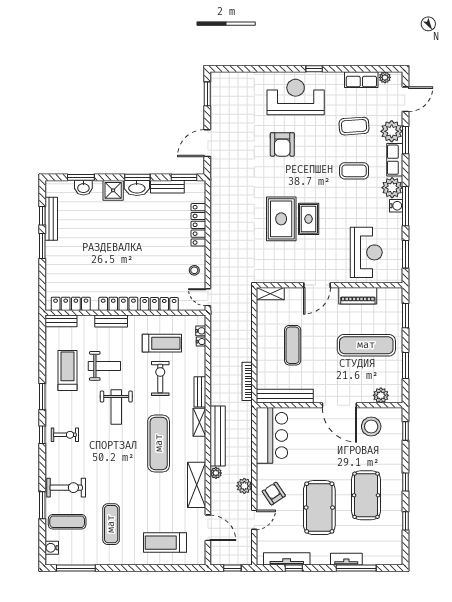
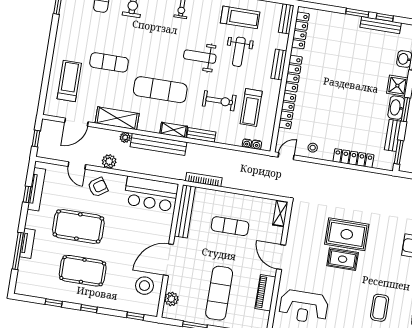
exercise mat: (111, 524) -> (109, 62), moved

